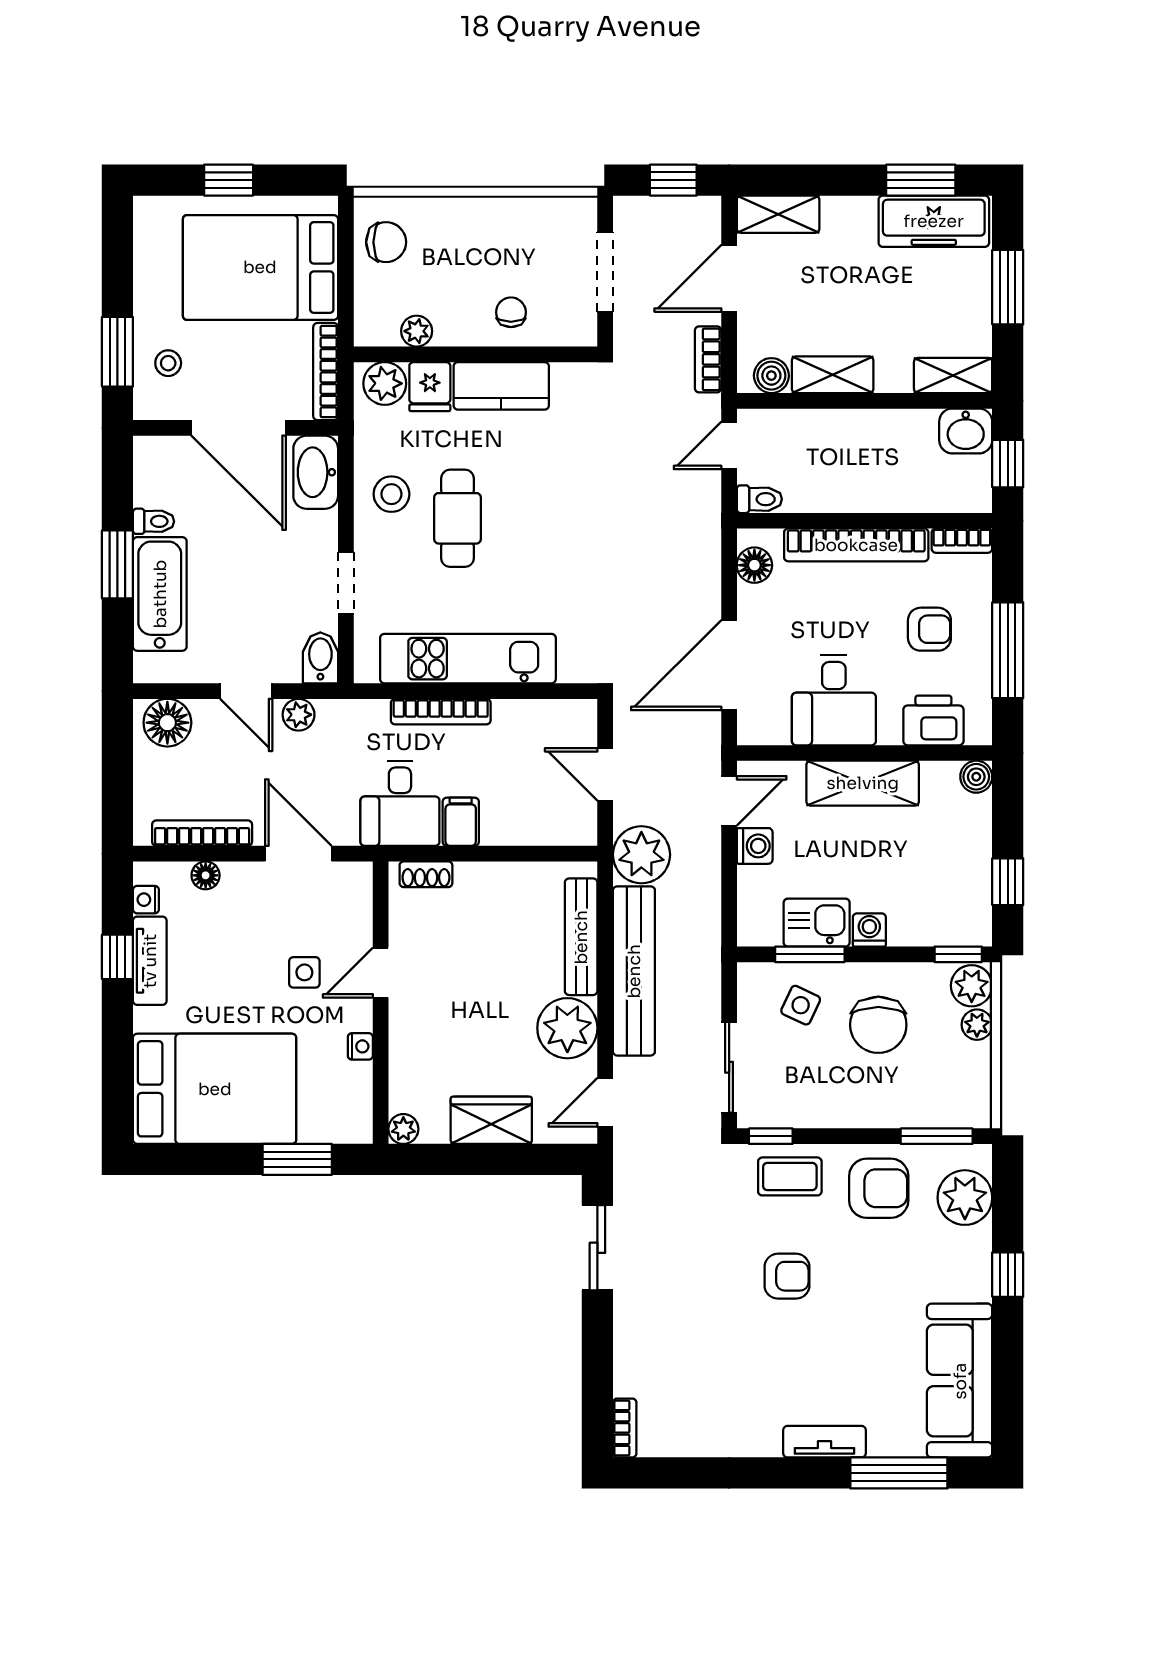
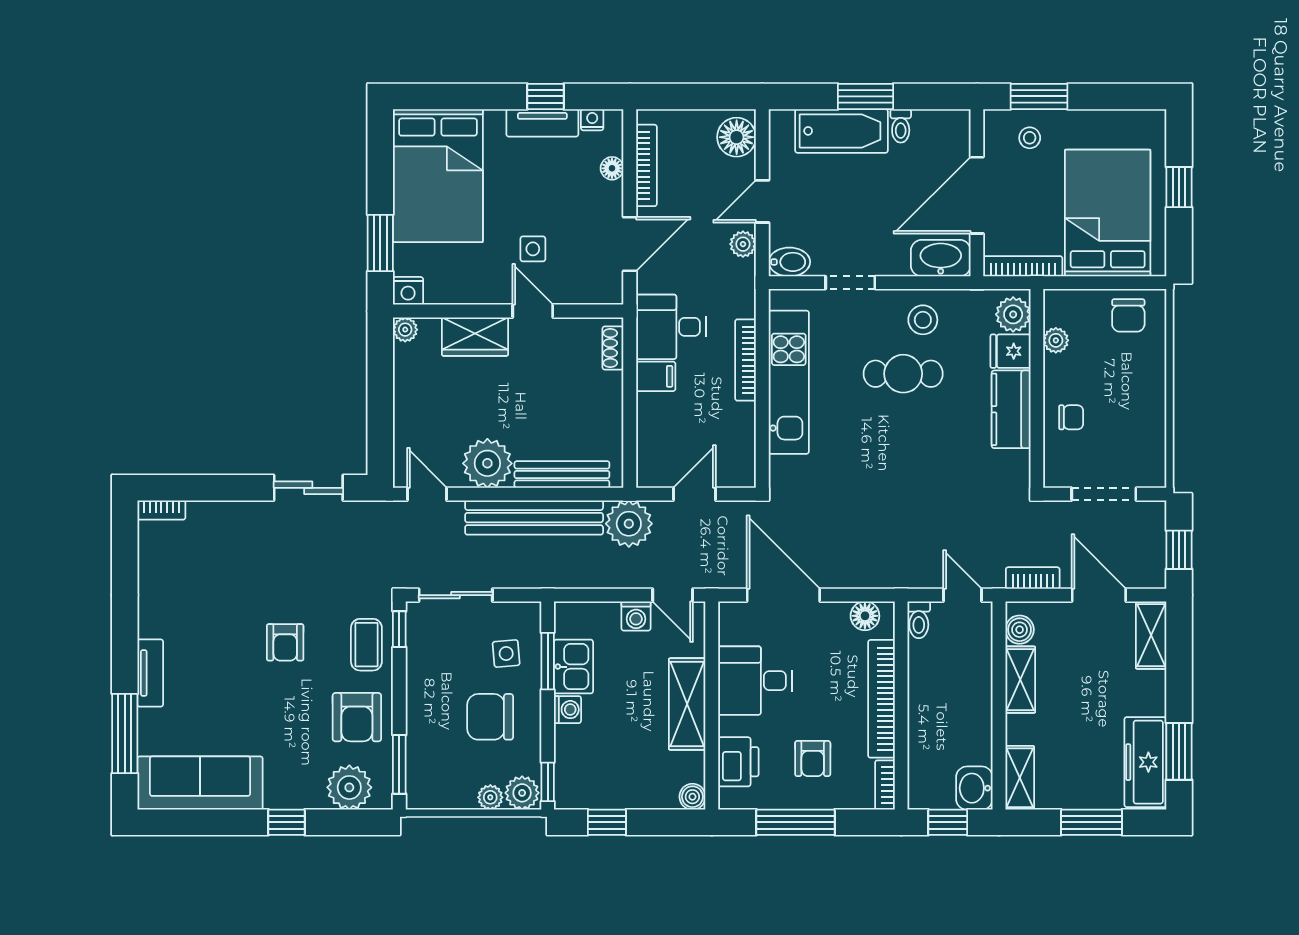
side table: (801, 1005) -> (506, 653), turned -30
nightstand: (360, 1046) -> (408, 291), moved, width x1.39, depth x1.35
wardrobe: (491, 1120) -> (475, 337), moved, turned 90

